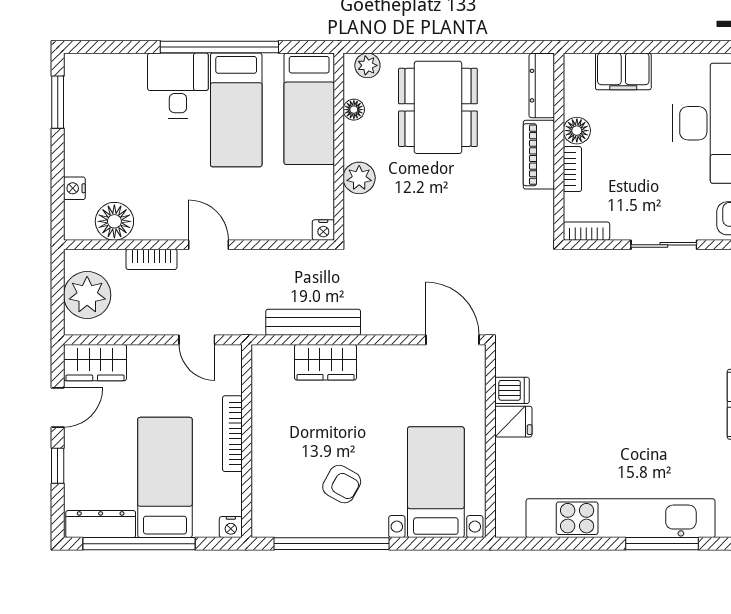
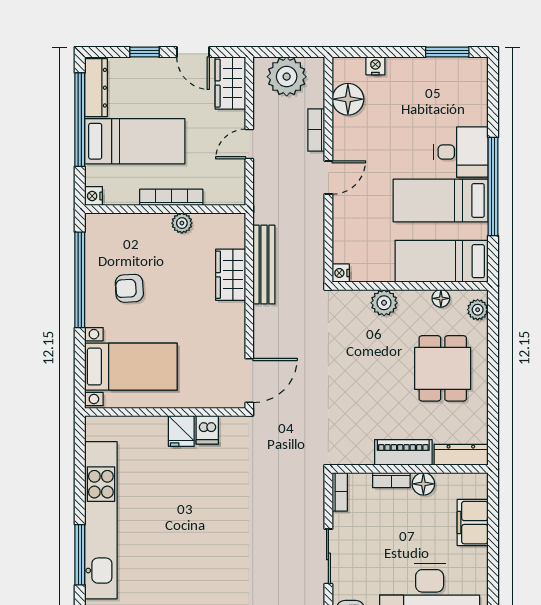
dining table: (438, 107) -> (443, 368), width x0.73
door: (197, 340) -> (249, 144), moved
plant: (263, 421) -> (182, 223), added
armchair: (342, 484) -> (129, 288), turned 58

